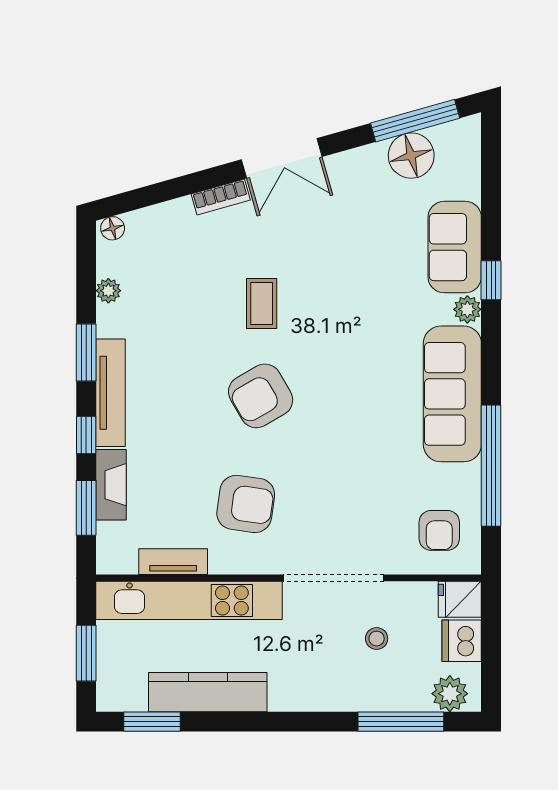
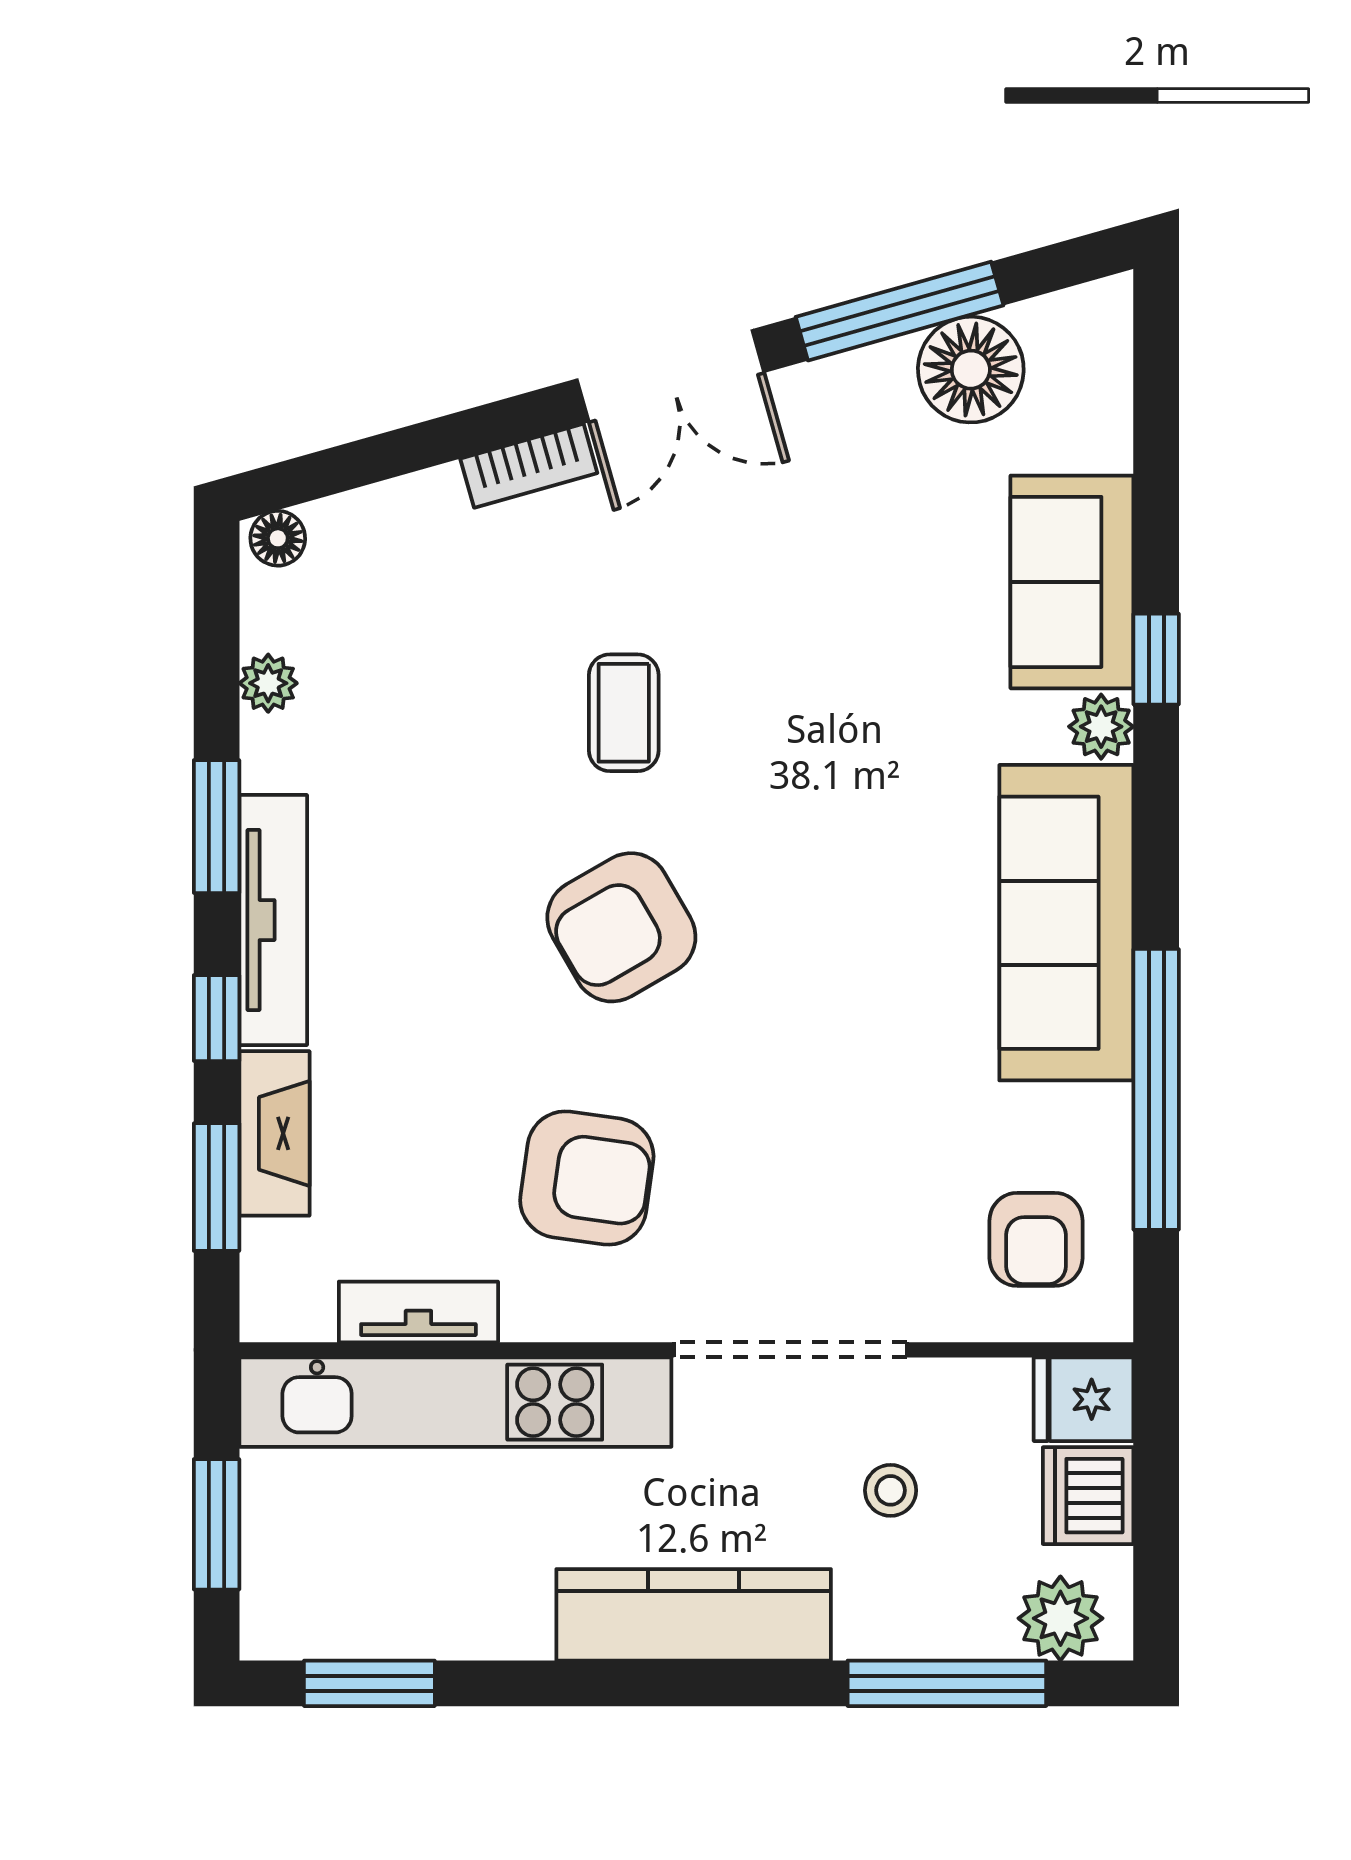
window: (415, 121) -> (900, 311), moved
kitchen counter: (208, 692) -> (694, 1615), moved

